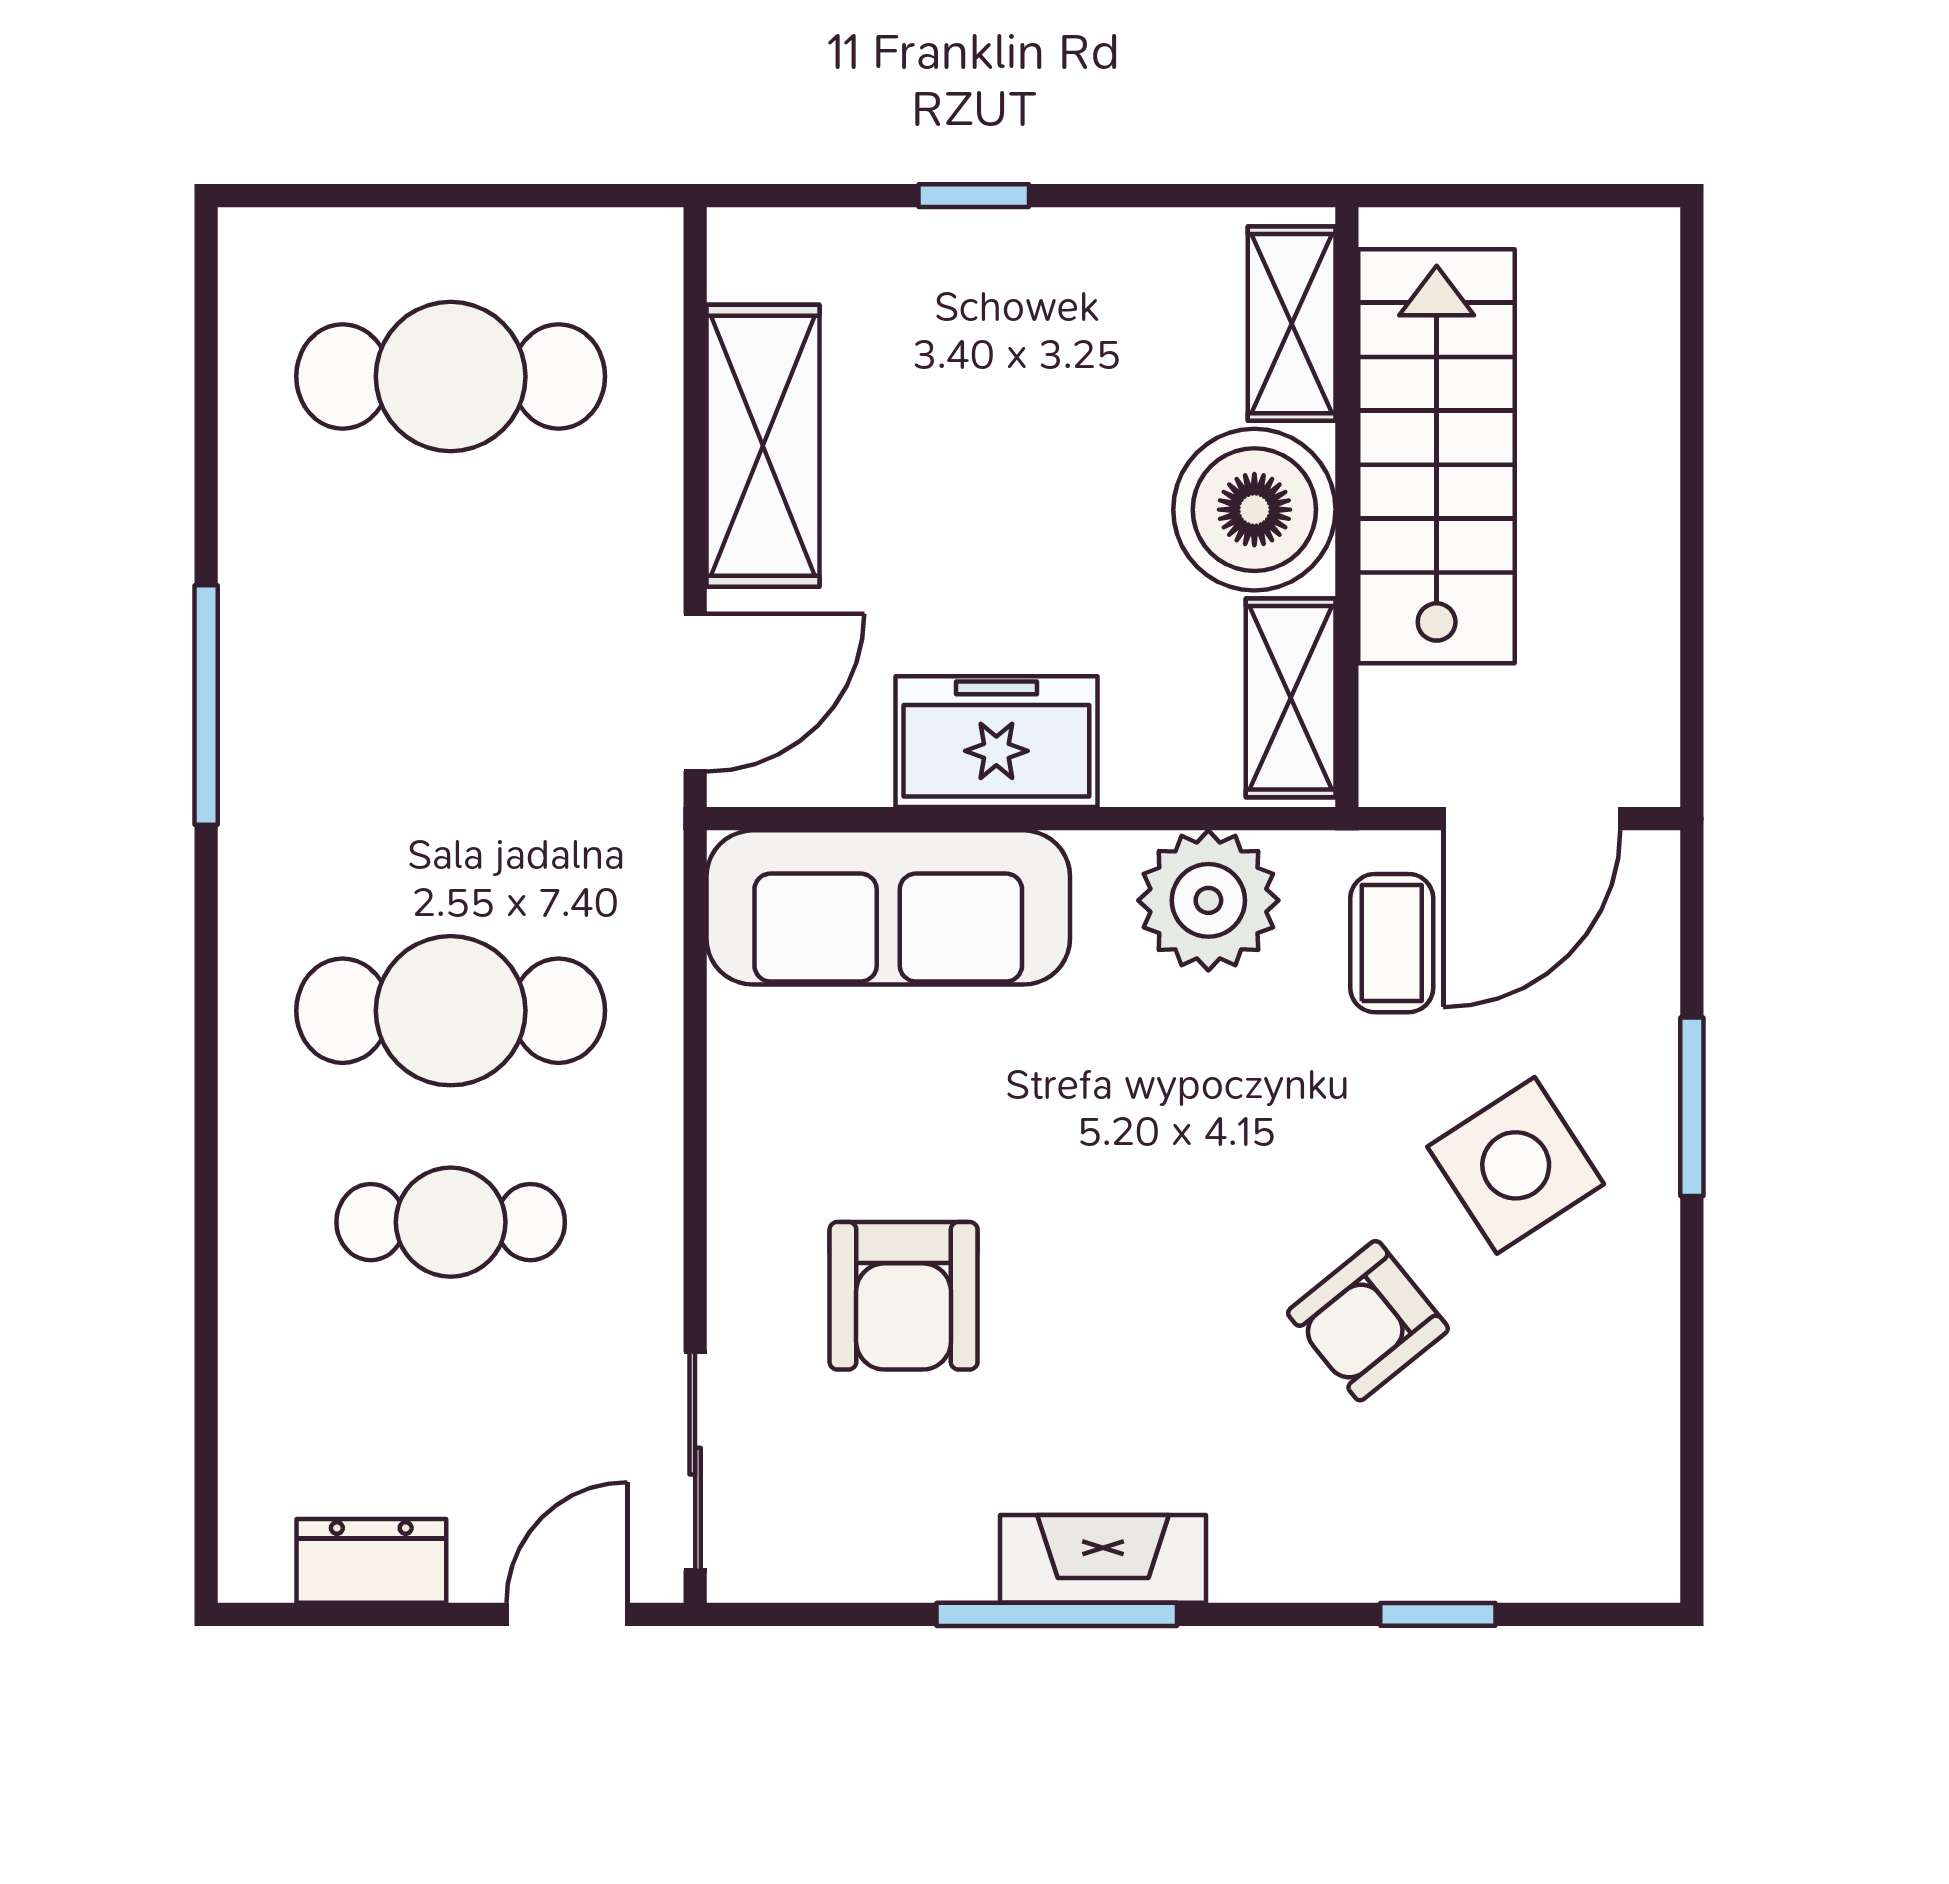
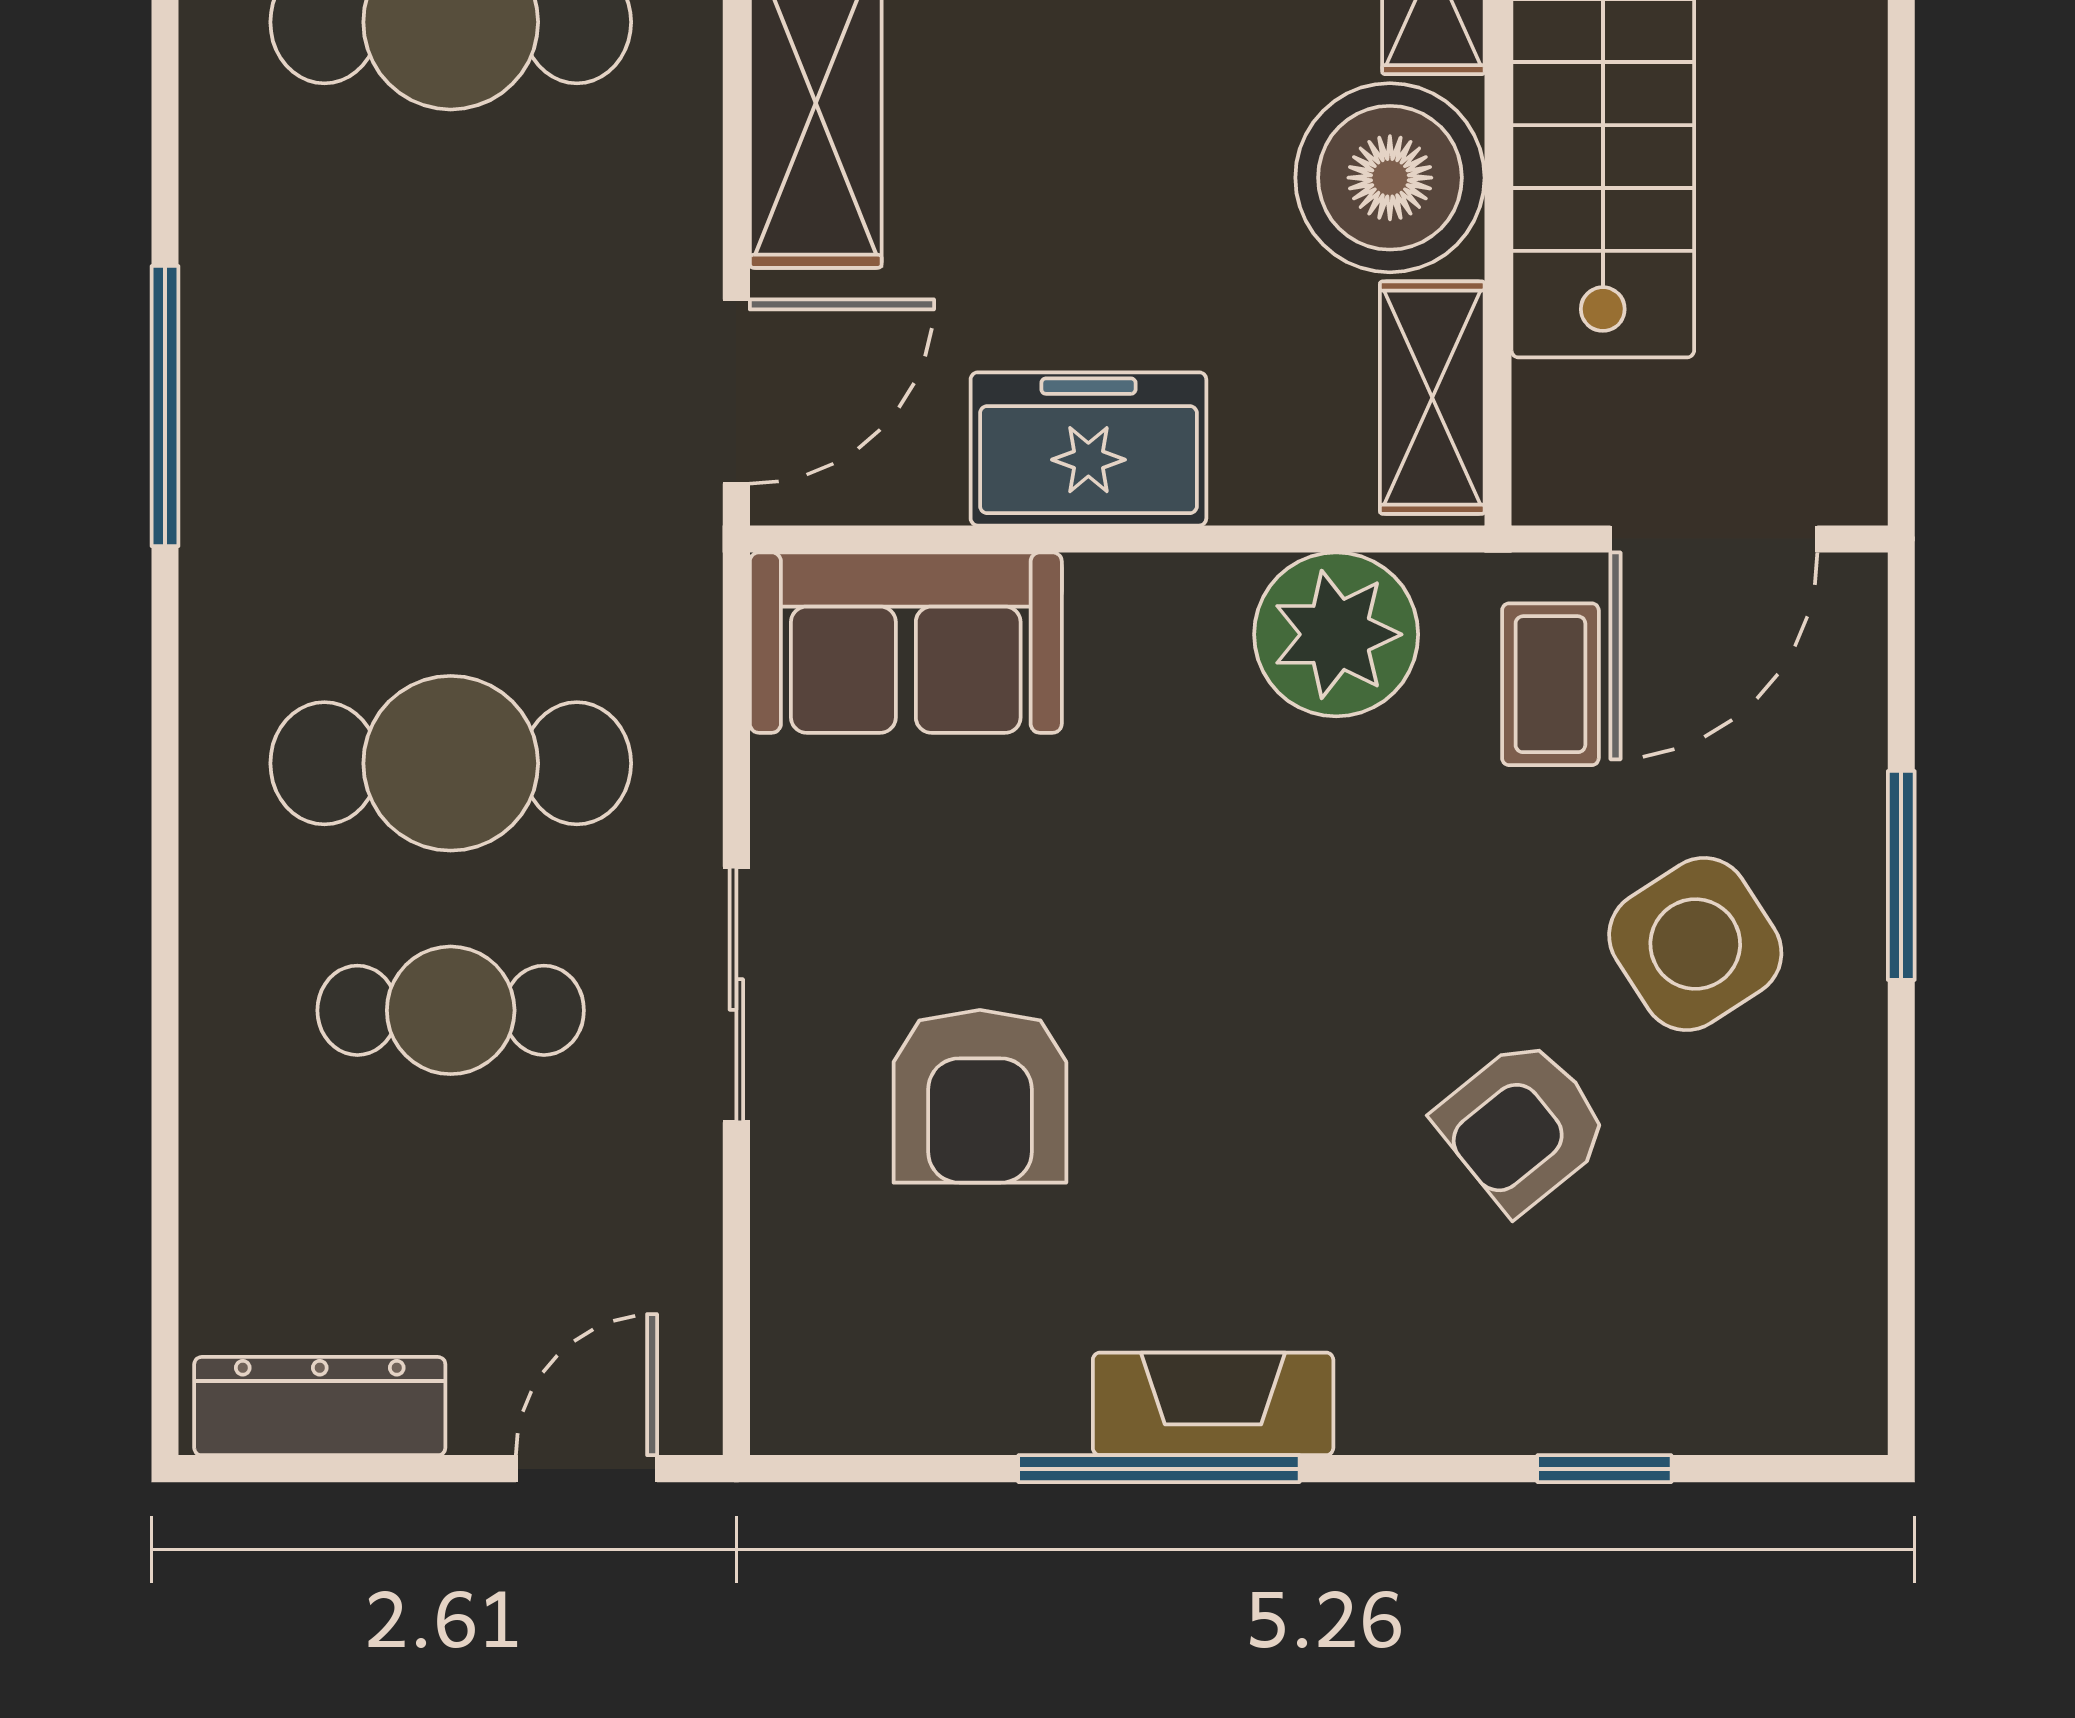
sofa: (888, 907) -> (906, 643), width x0.73
sliding door: (695, 1461) -> (736, 995), moved
dresser: (371, 1561) -> (320, 1406), width x1.44

